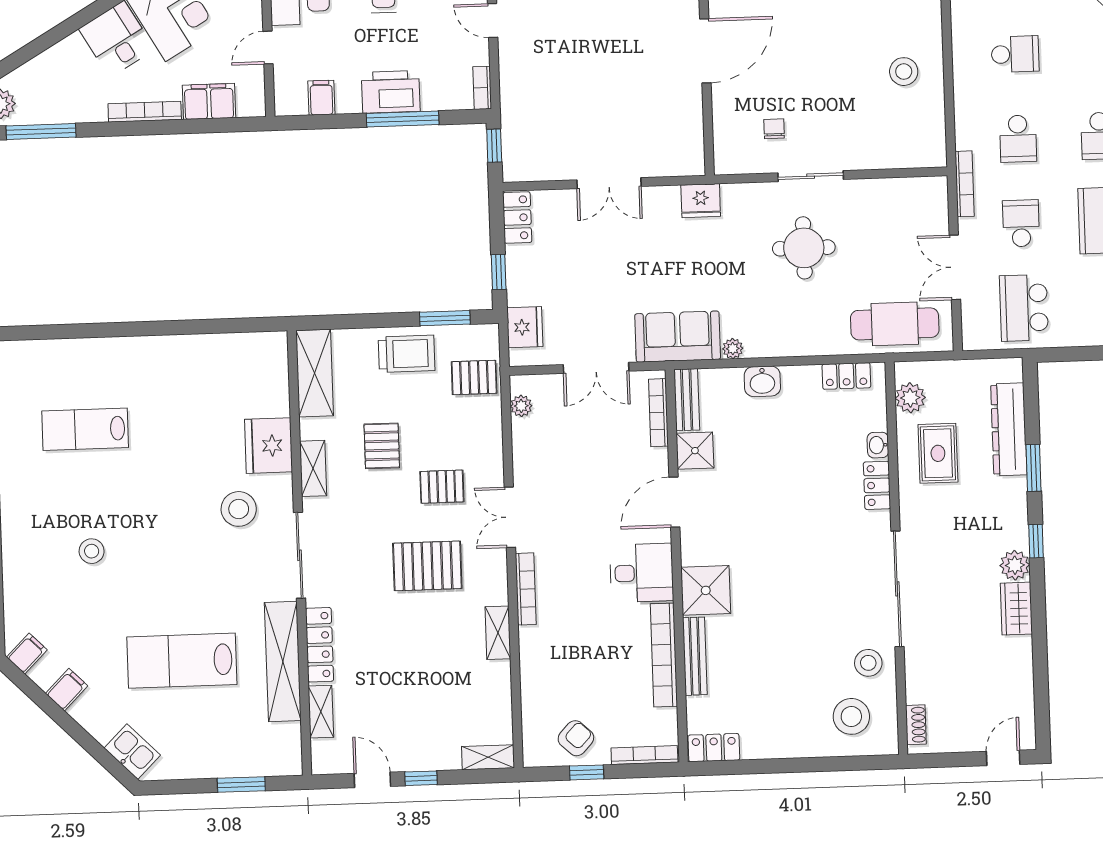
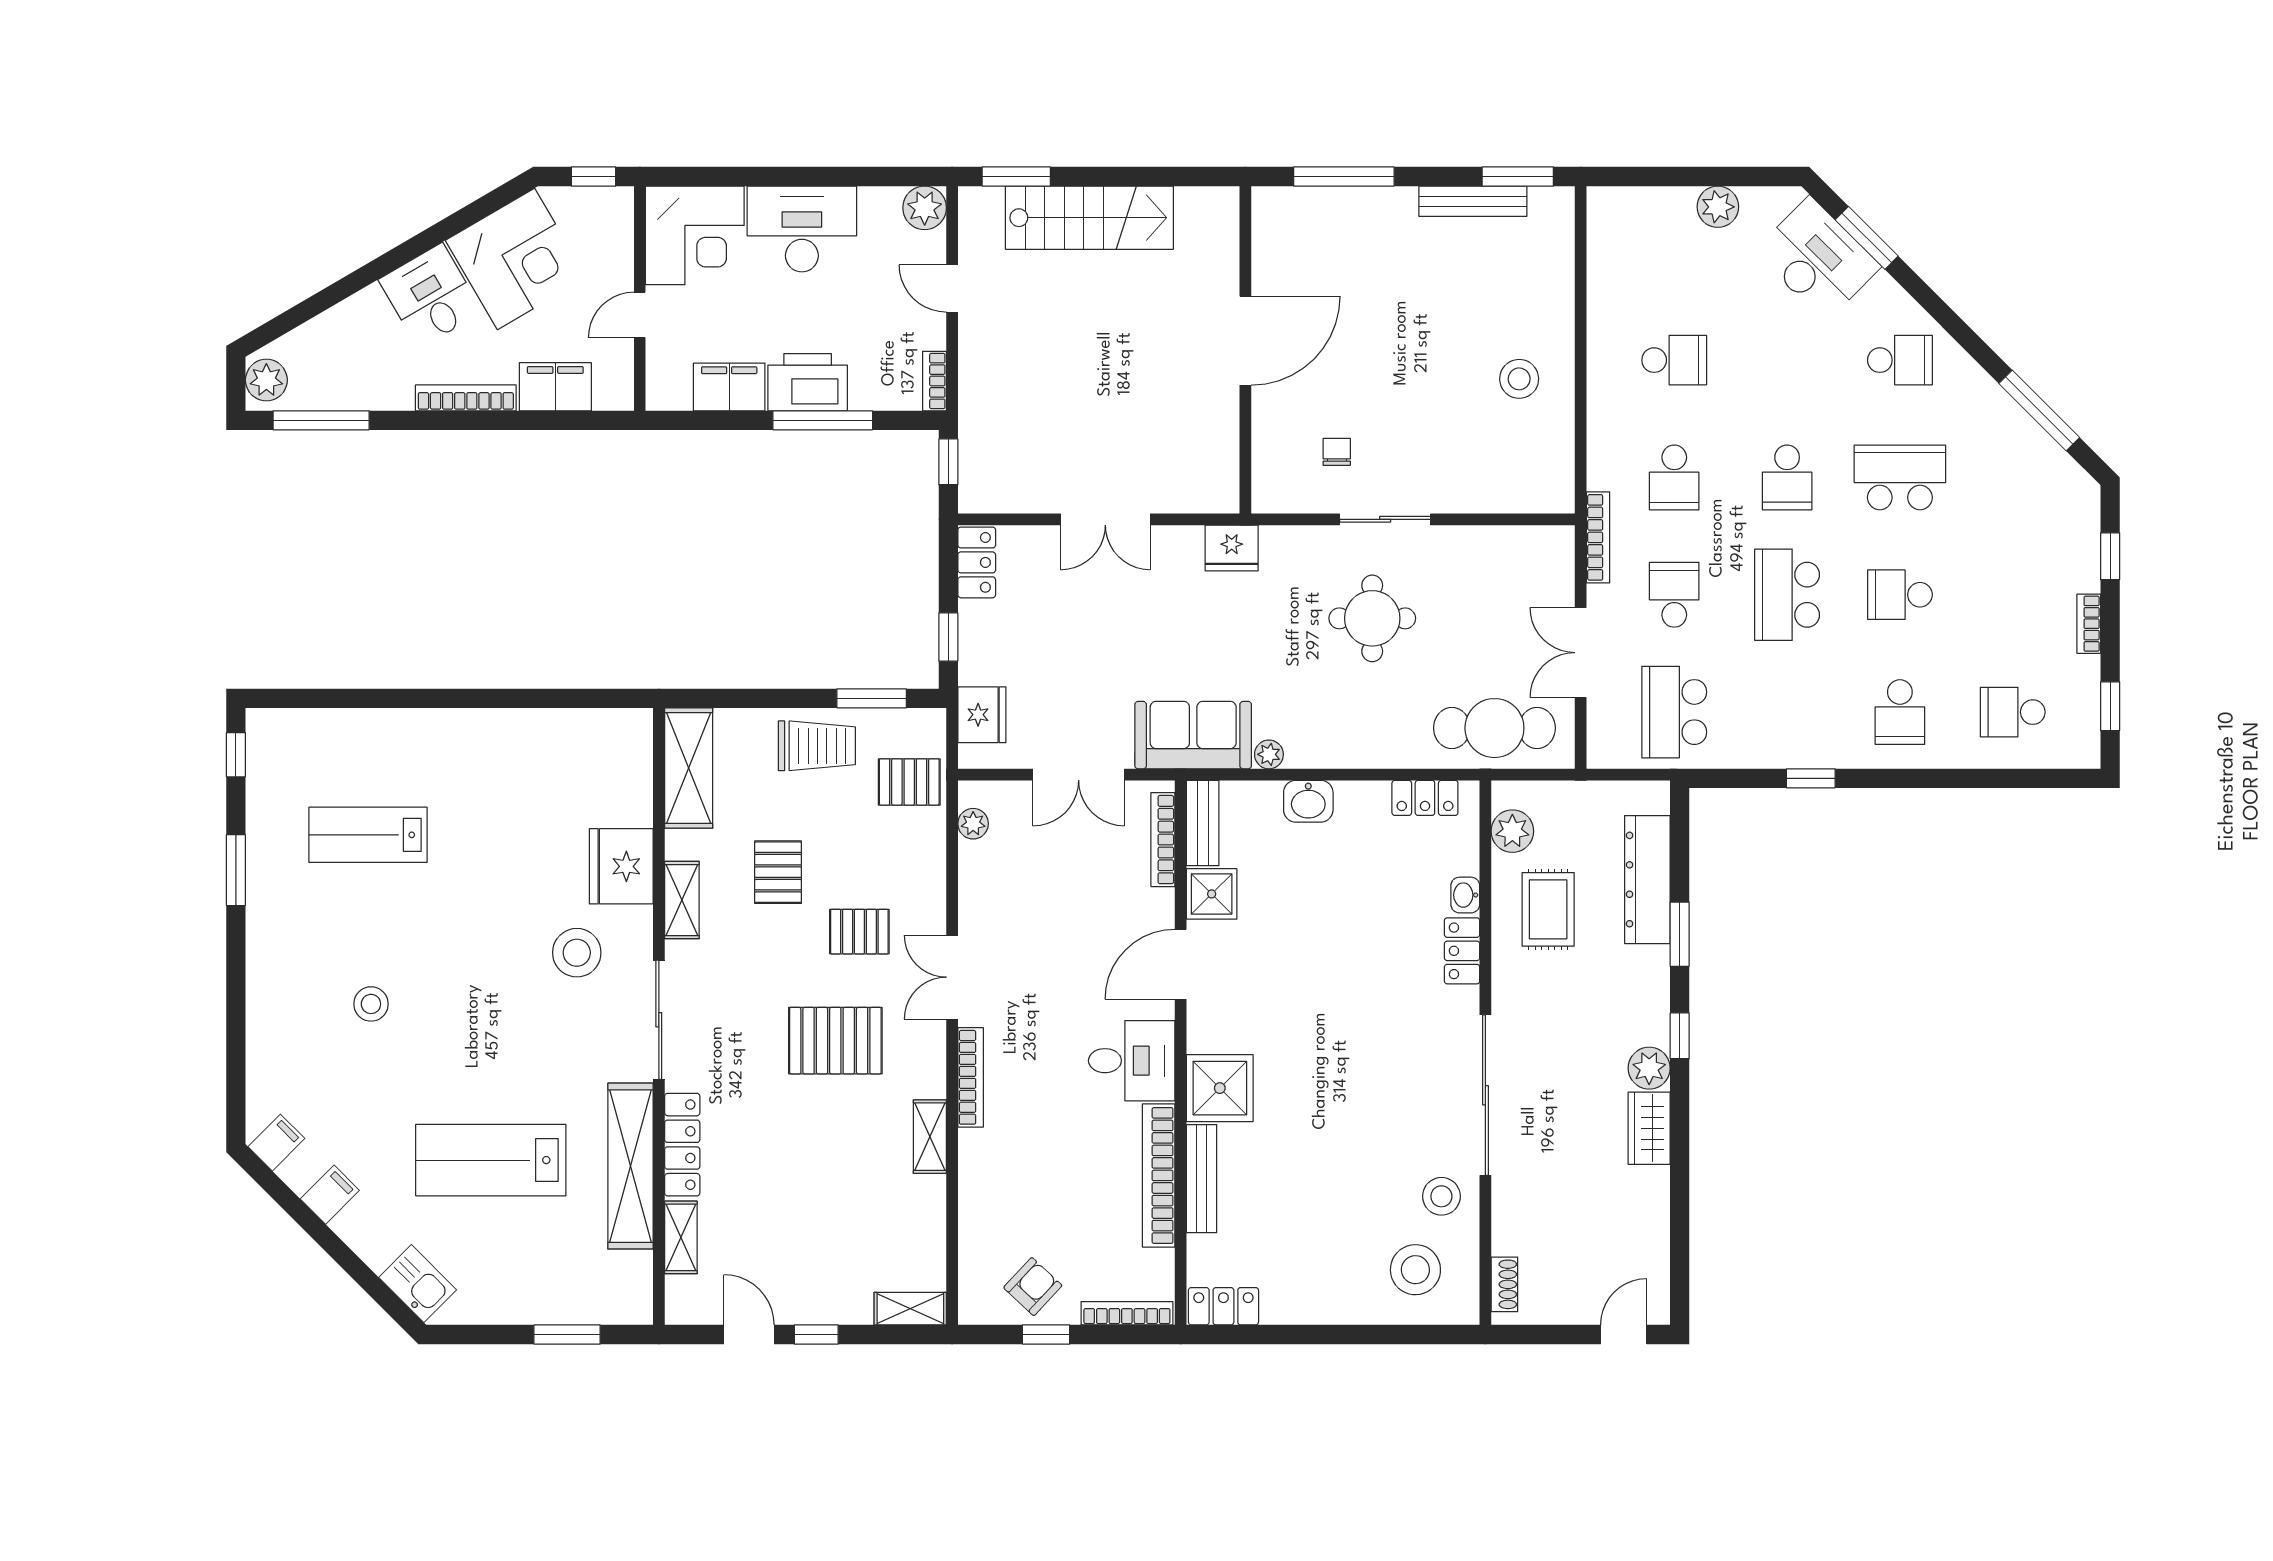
filing cabinet: (321, 98) -> (729, 387), width x2.00

